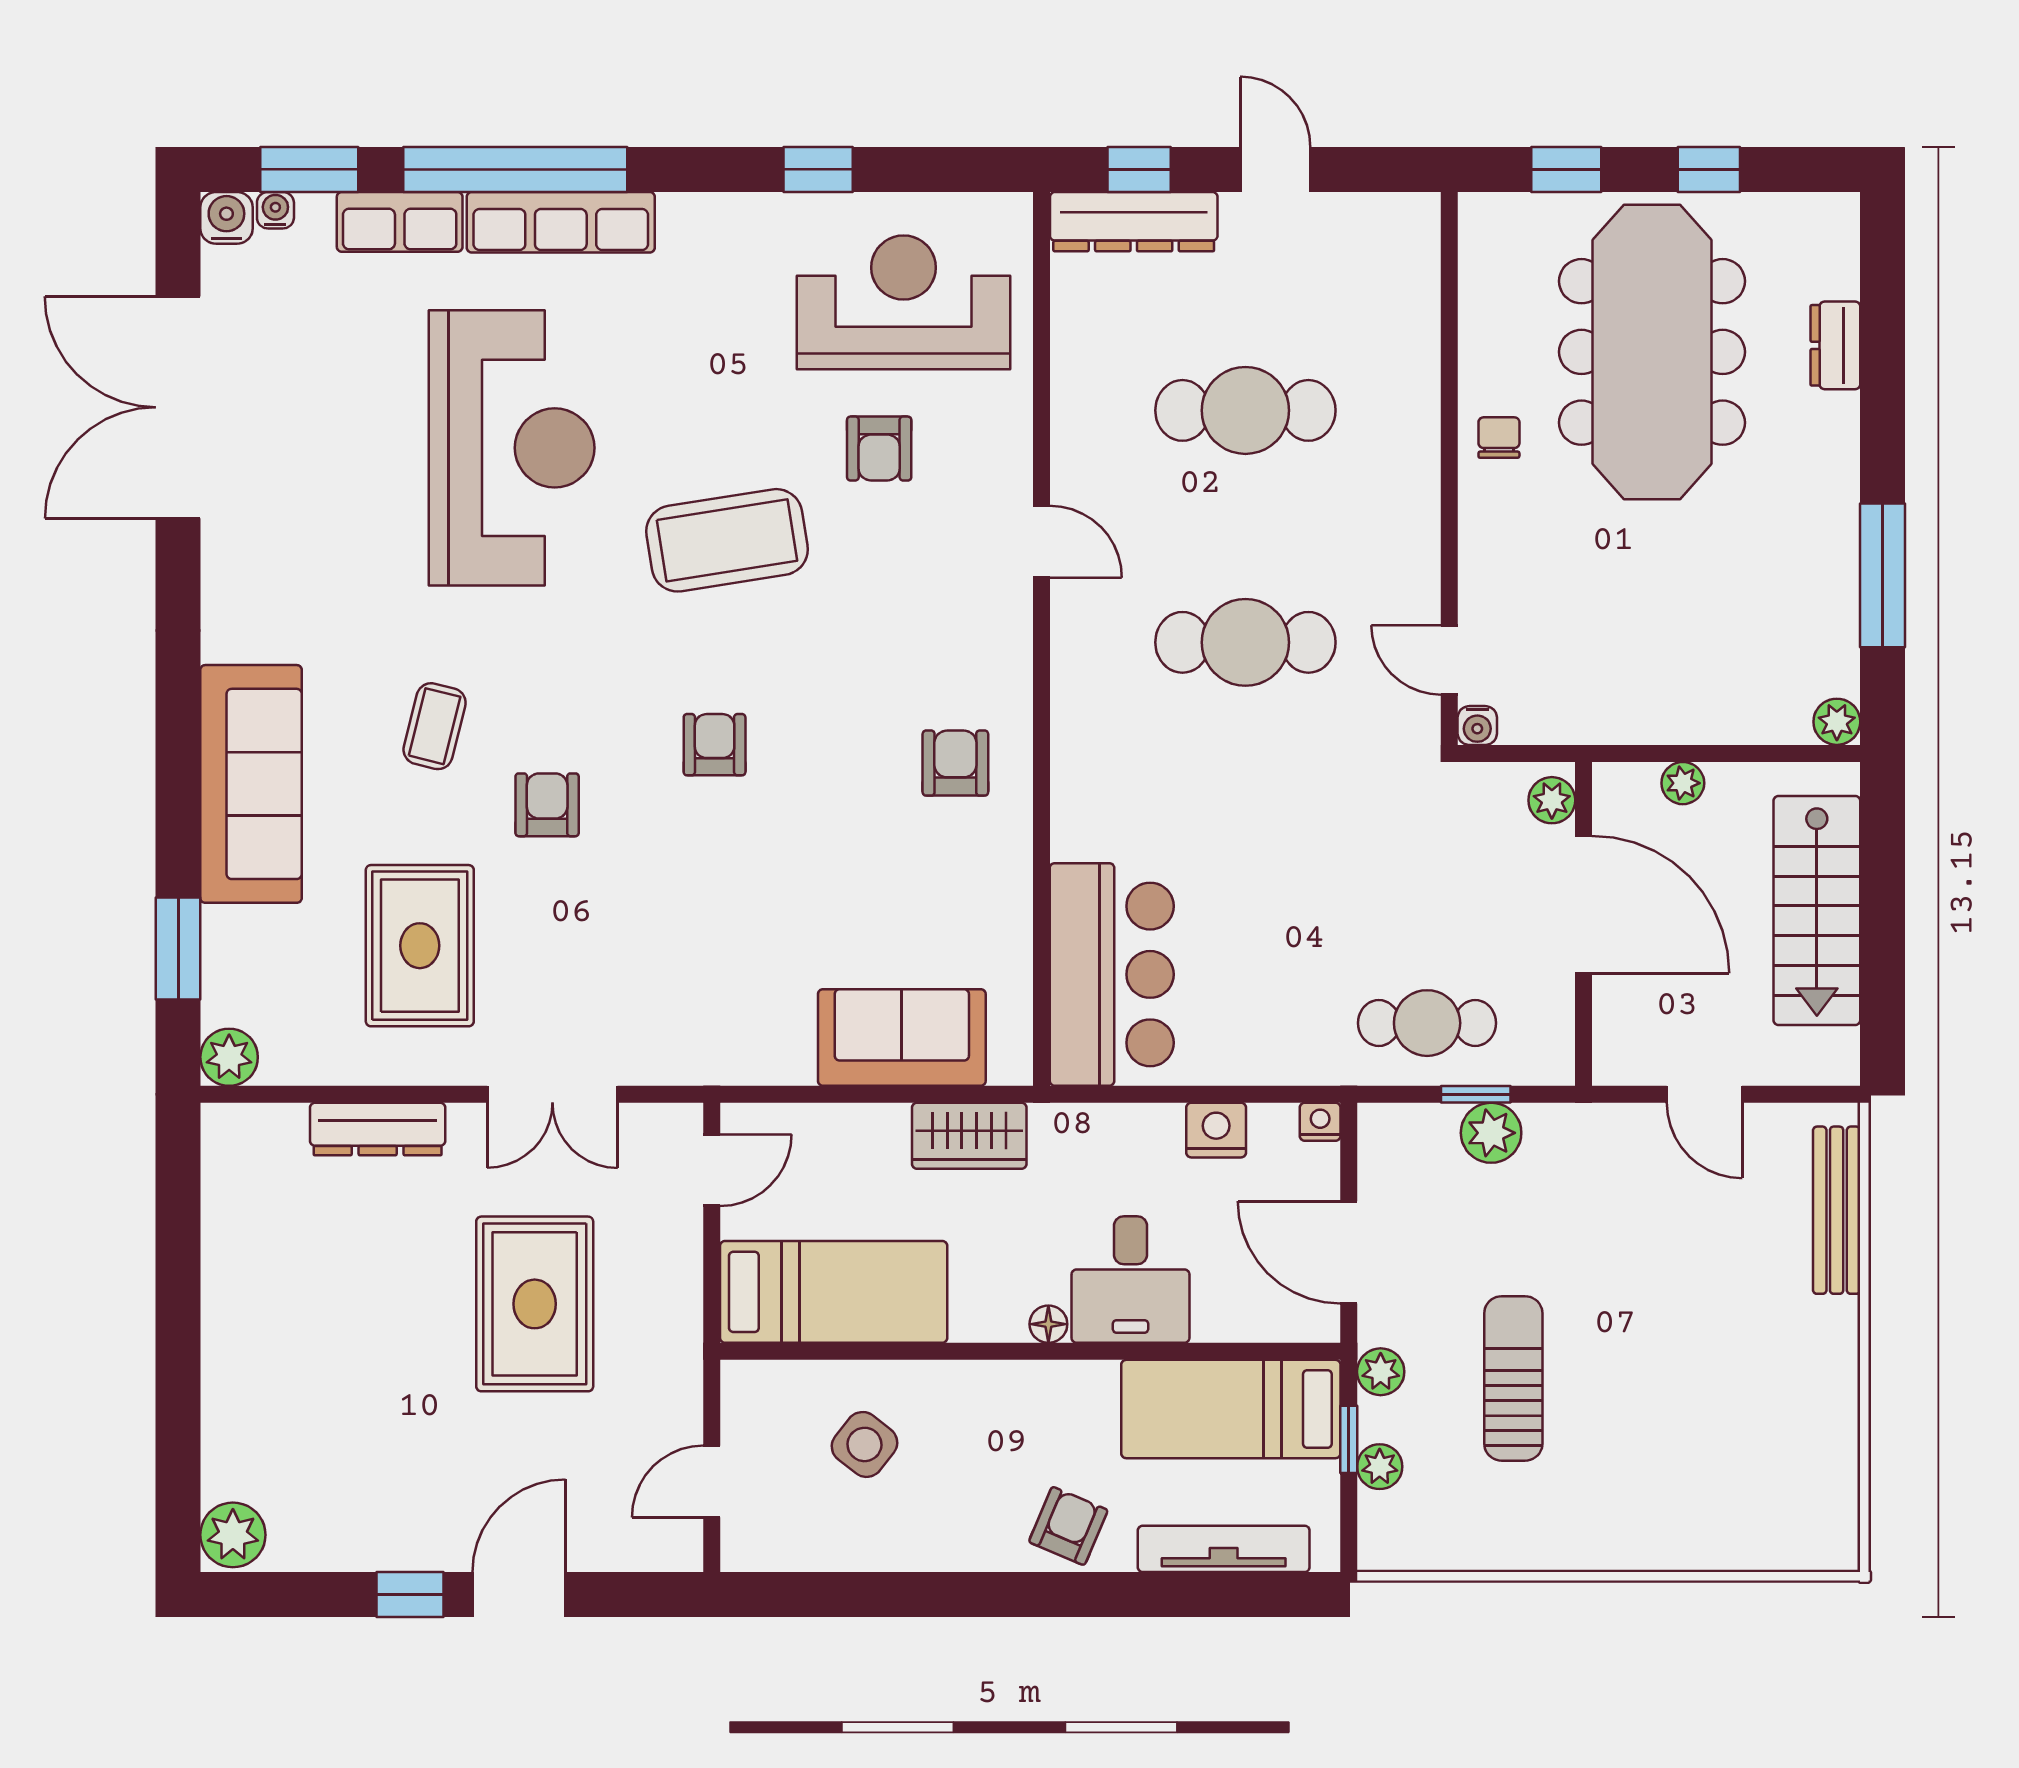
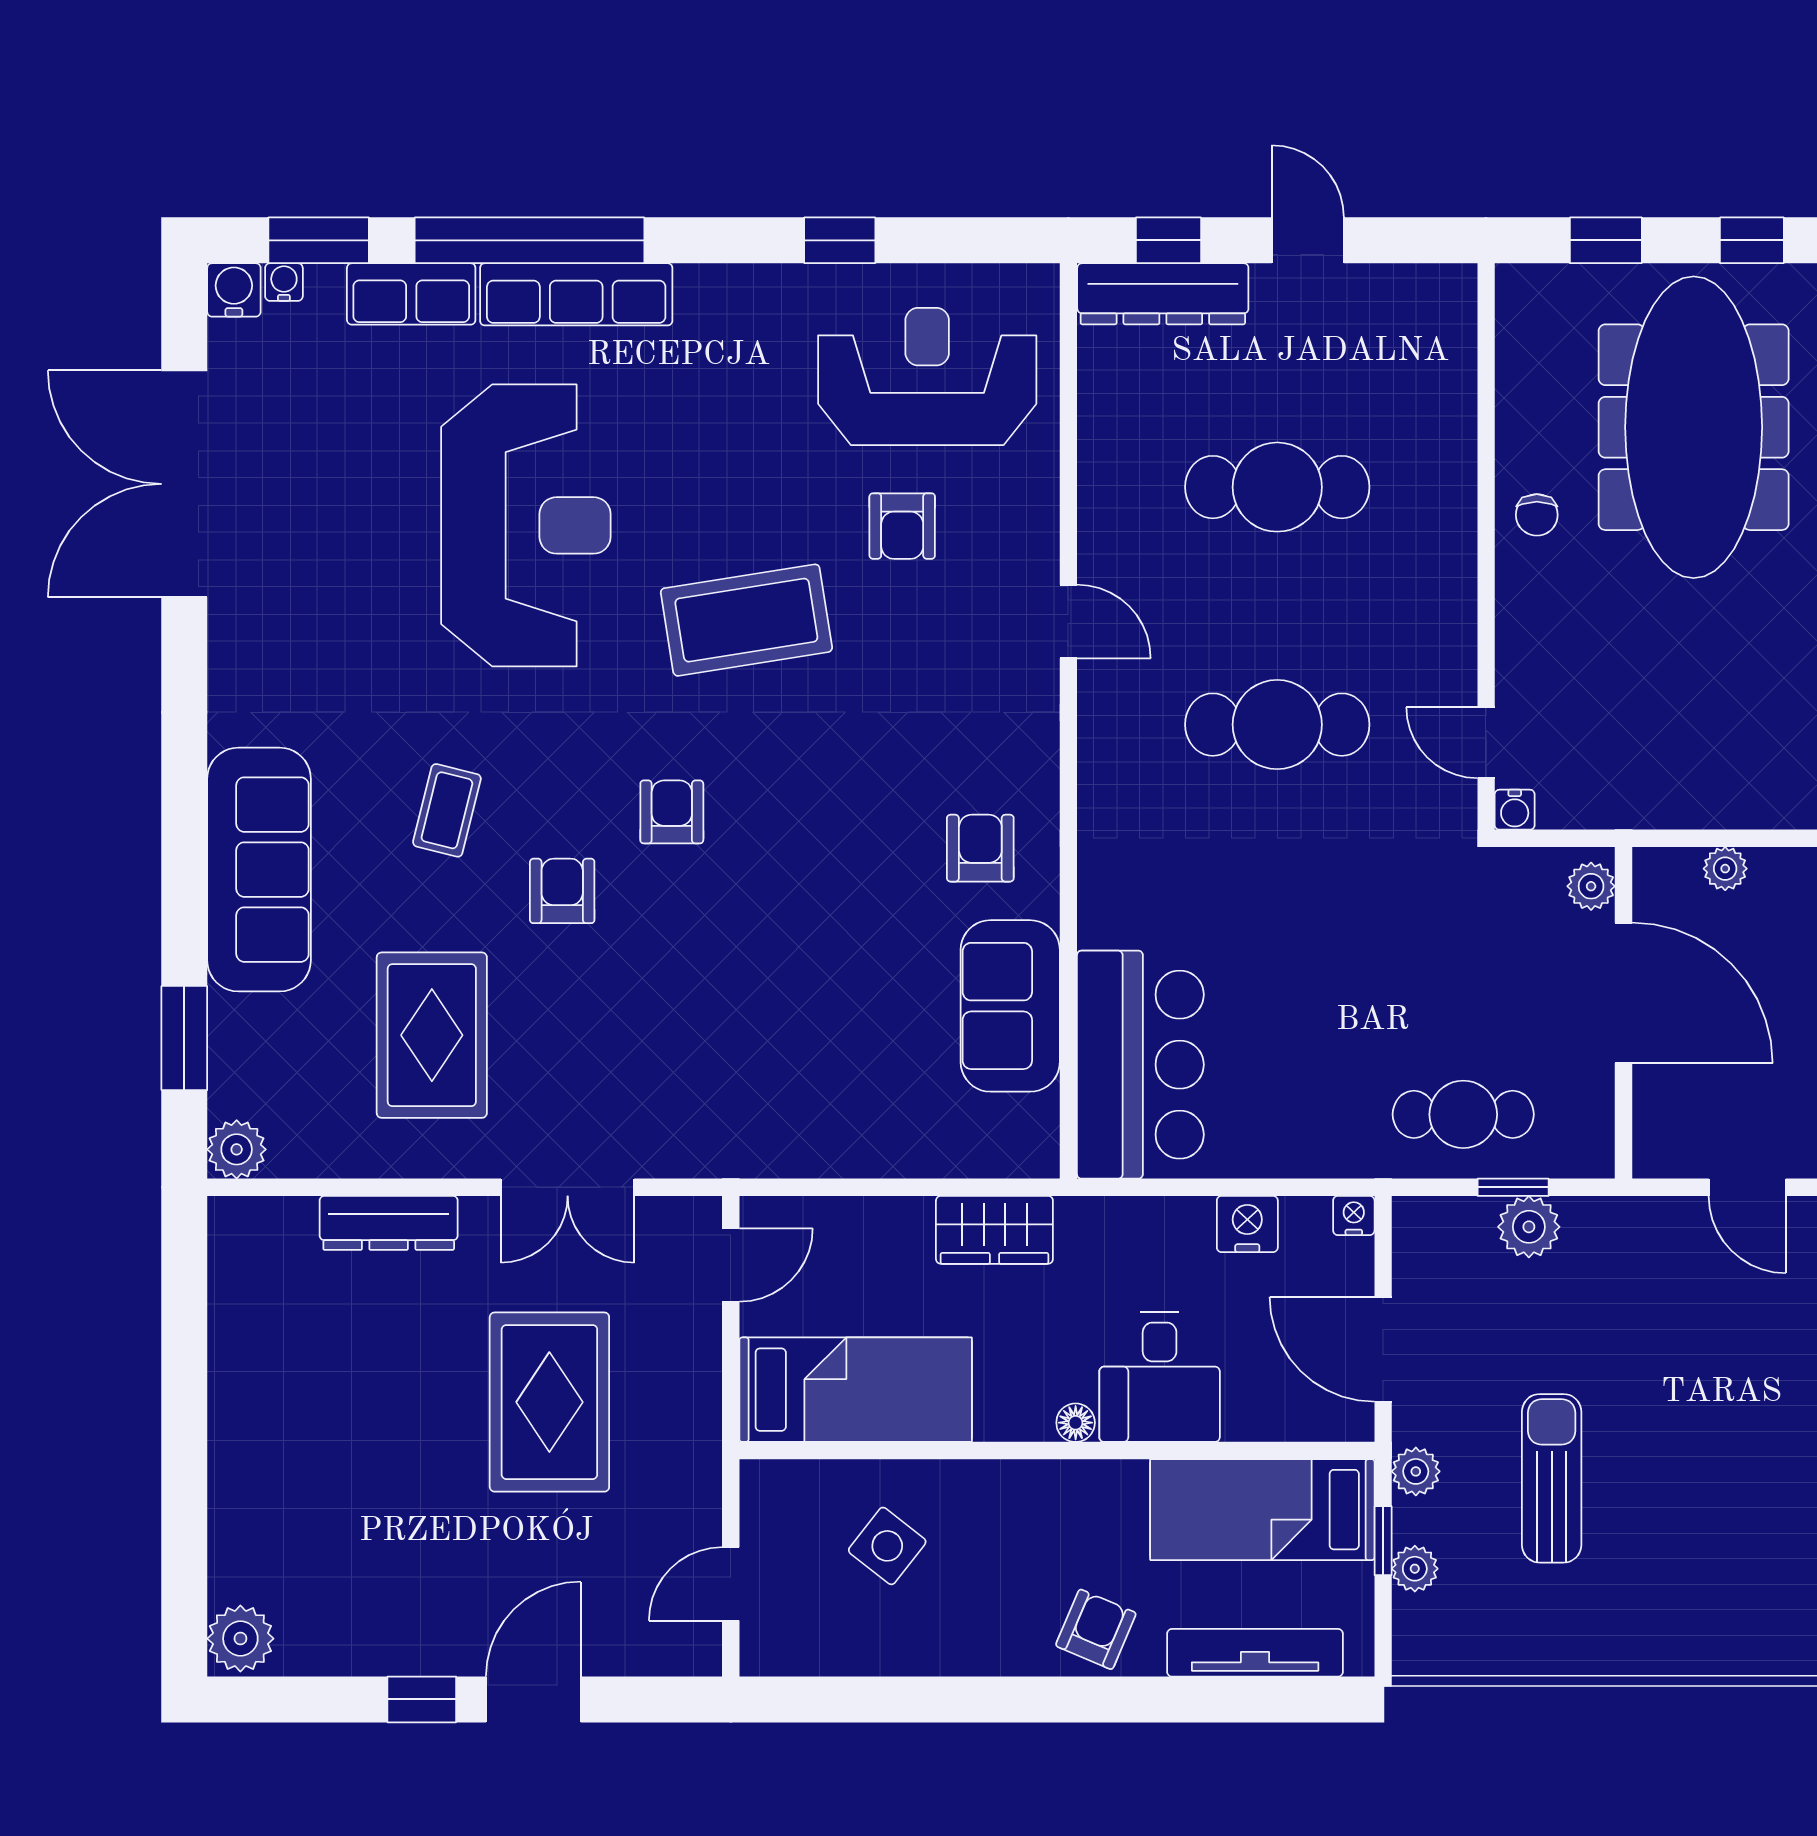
chair: (1499, 438) -> (1537, 515), turned 180
armchair: (715, 745) -> (672, 812), moved
sofa: (902, 1037) -> (1010, 1006), moved, turned -90

